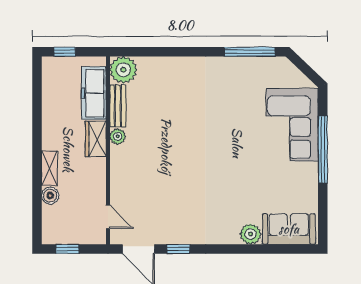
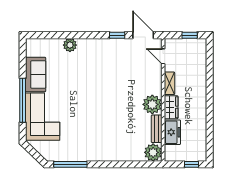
freezer: (94, 93) -> (172, 132), width x0.71
plant: (118, 136) -> (152, 104), width x1.88, depth x1.88
shelving: (49, 168) -> (169, 83), moved
boiler: (50, 196) -> (201, 70), removed
sofa: (289, 229) -> (36, 74), moved, turned -90

